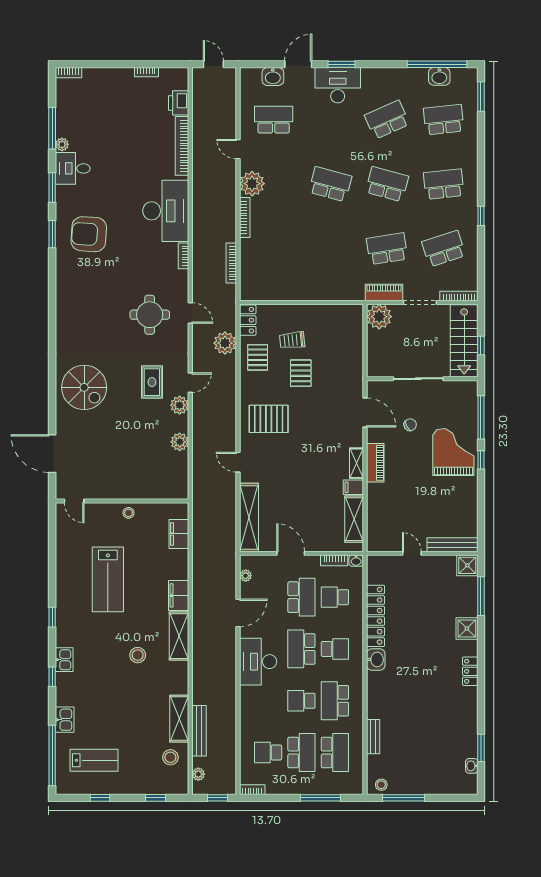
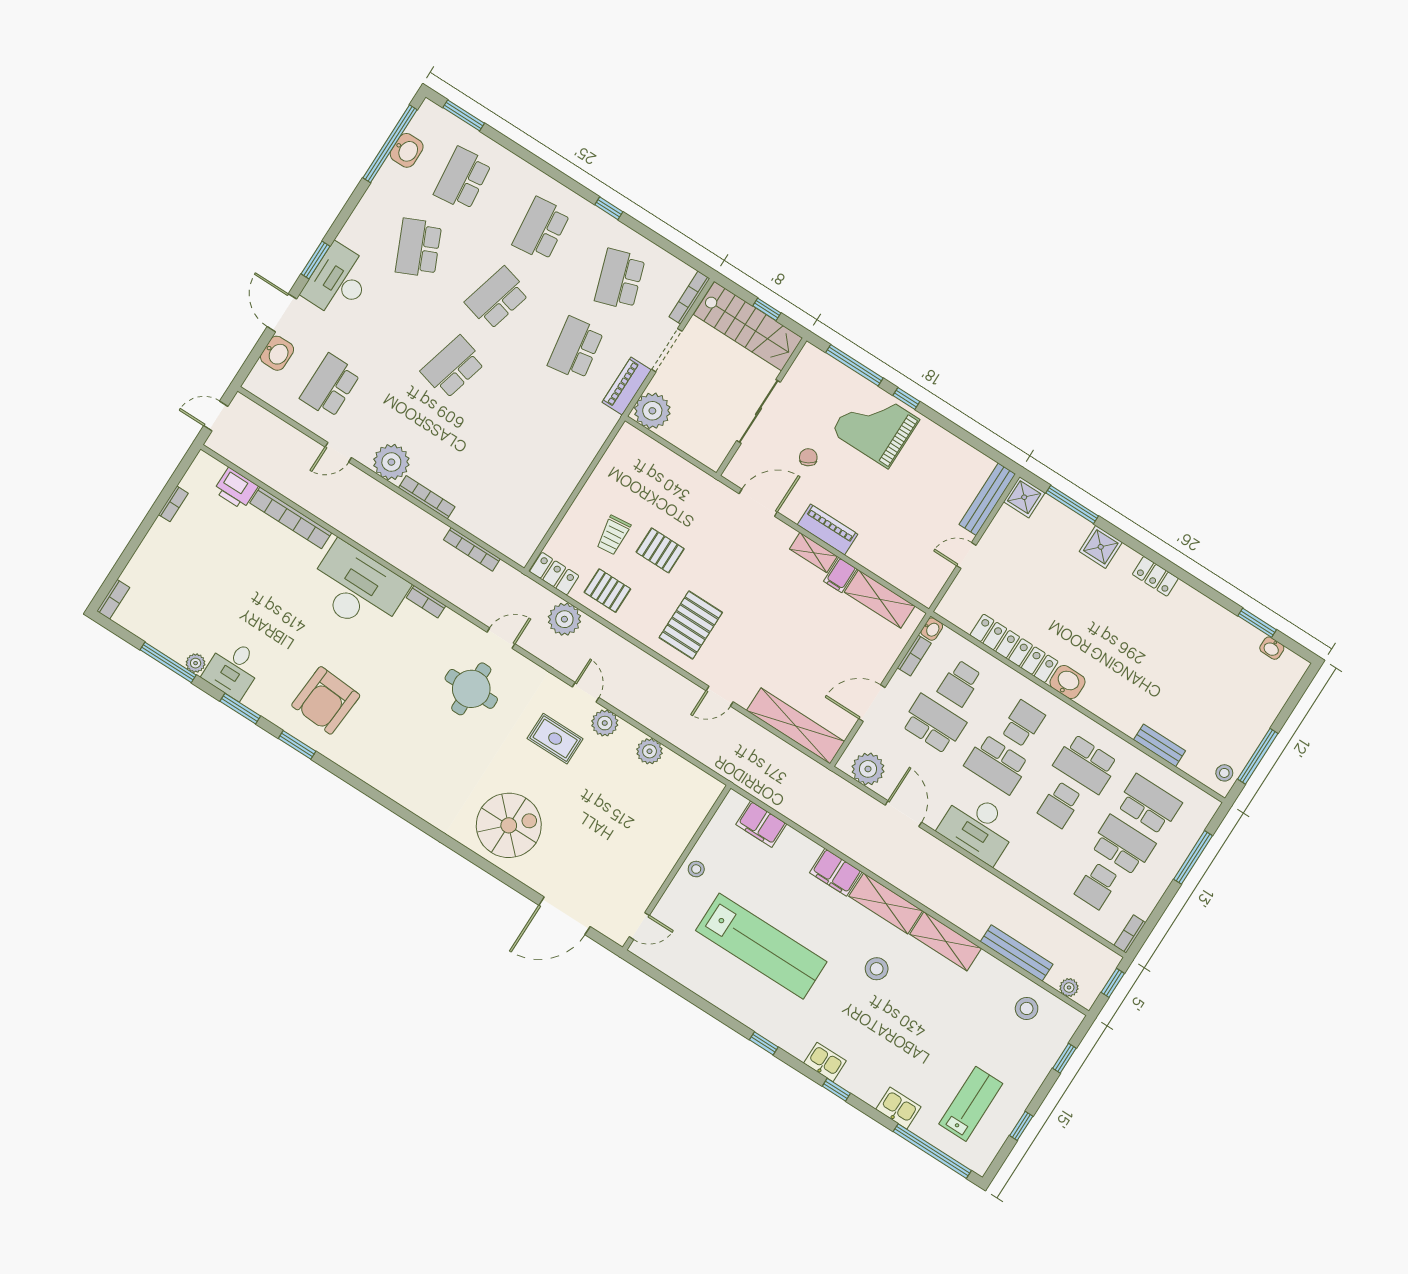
plant: (246, 576) -> (868, 769), width x1.87, depth x1.87
lab bench: (108, 579) -> (761, 946), width x1.36
shelving: (179, 719) -> (946, 941), moved

